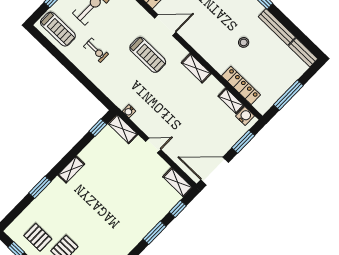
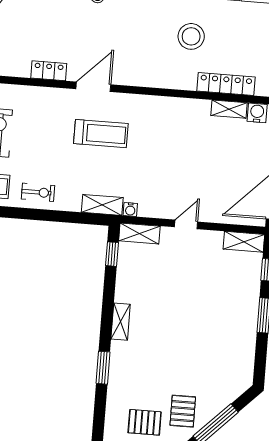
stool: (244, 42) -> (191, 36), width x1.89, depth x1.89
exercise bike: (96, 50) -> (38, 192), moved
shelving: (196, 68) -> (102, 205), moved

